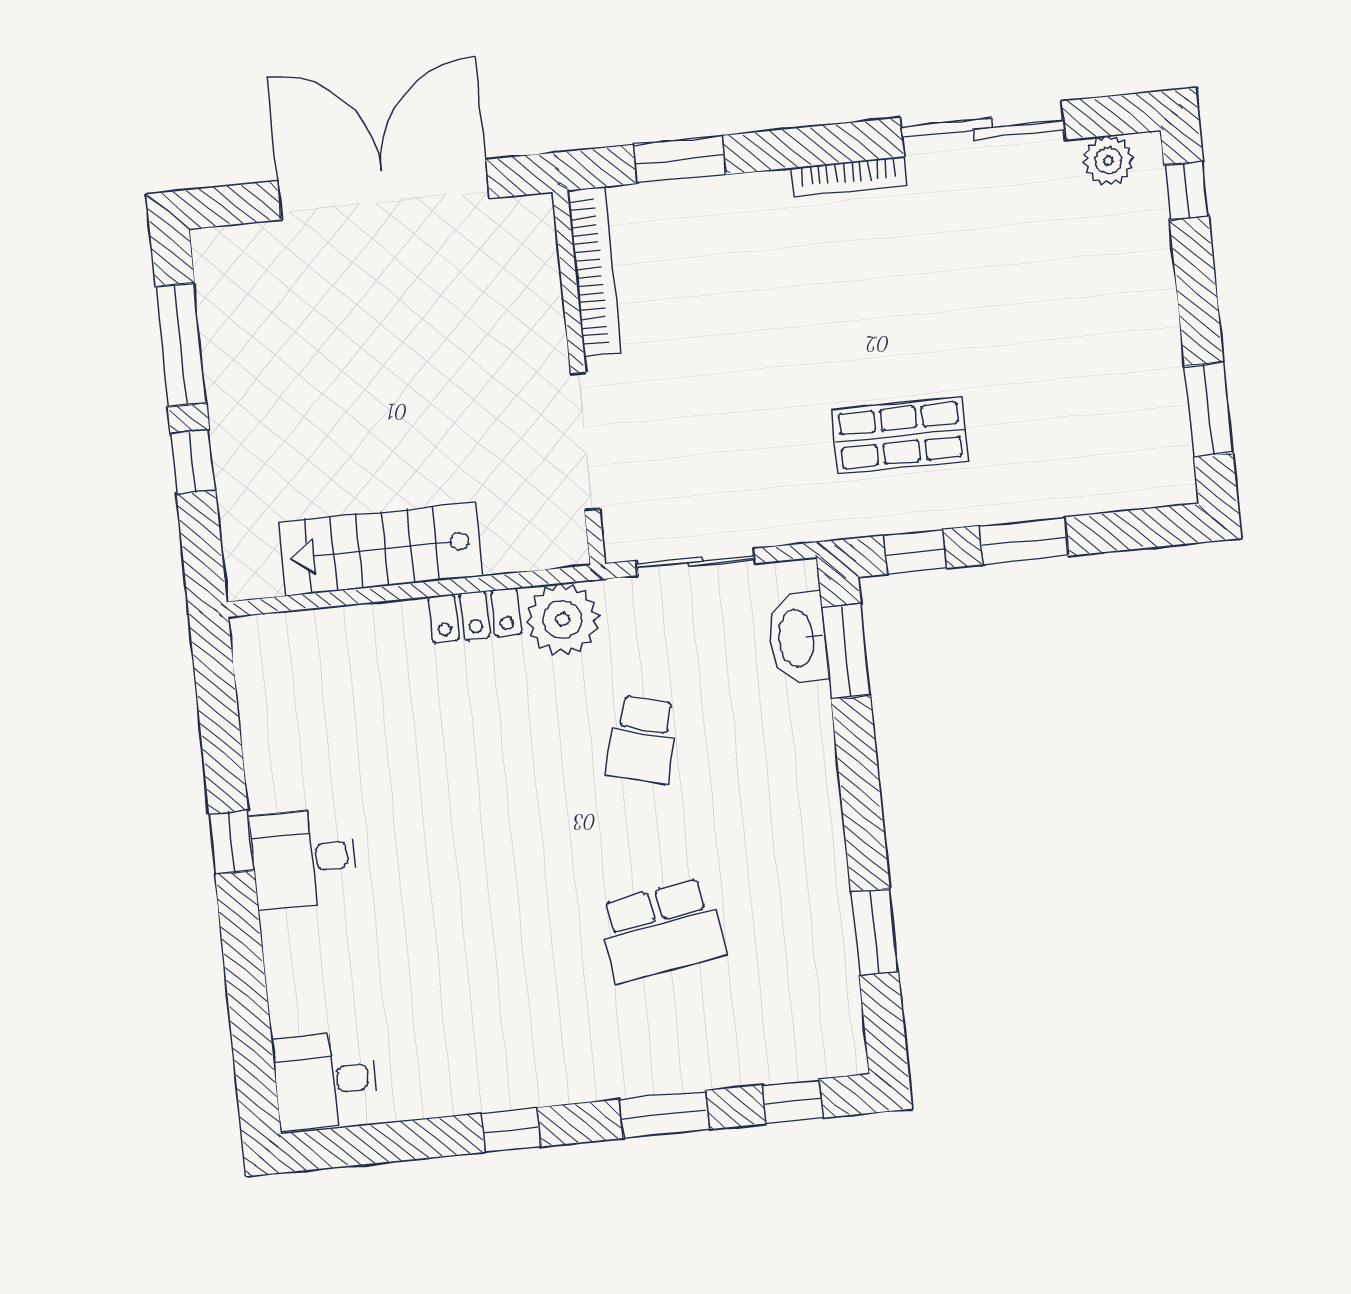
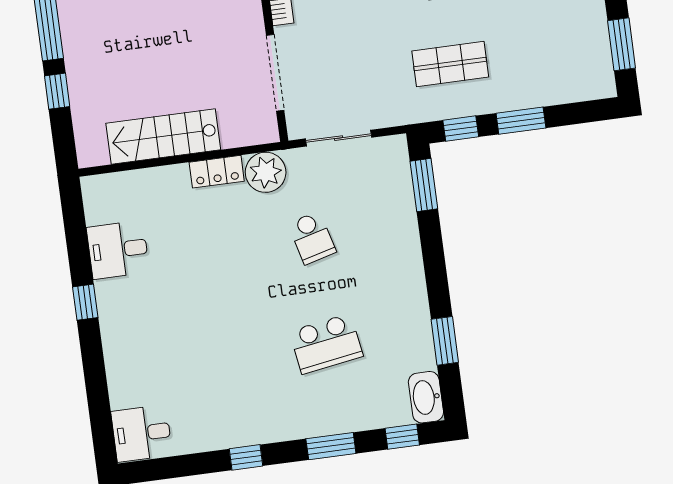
washbasin: (798, 638) -> (426, 397), moved
school desk: (642, 740) -> (312, 238), turned -30
desk: (304, 858) -> (118, 250), moved

